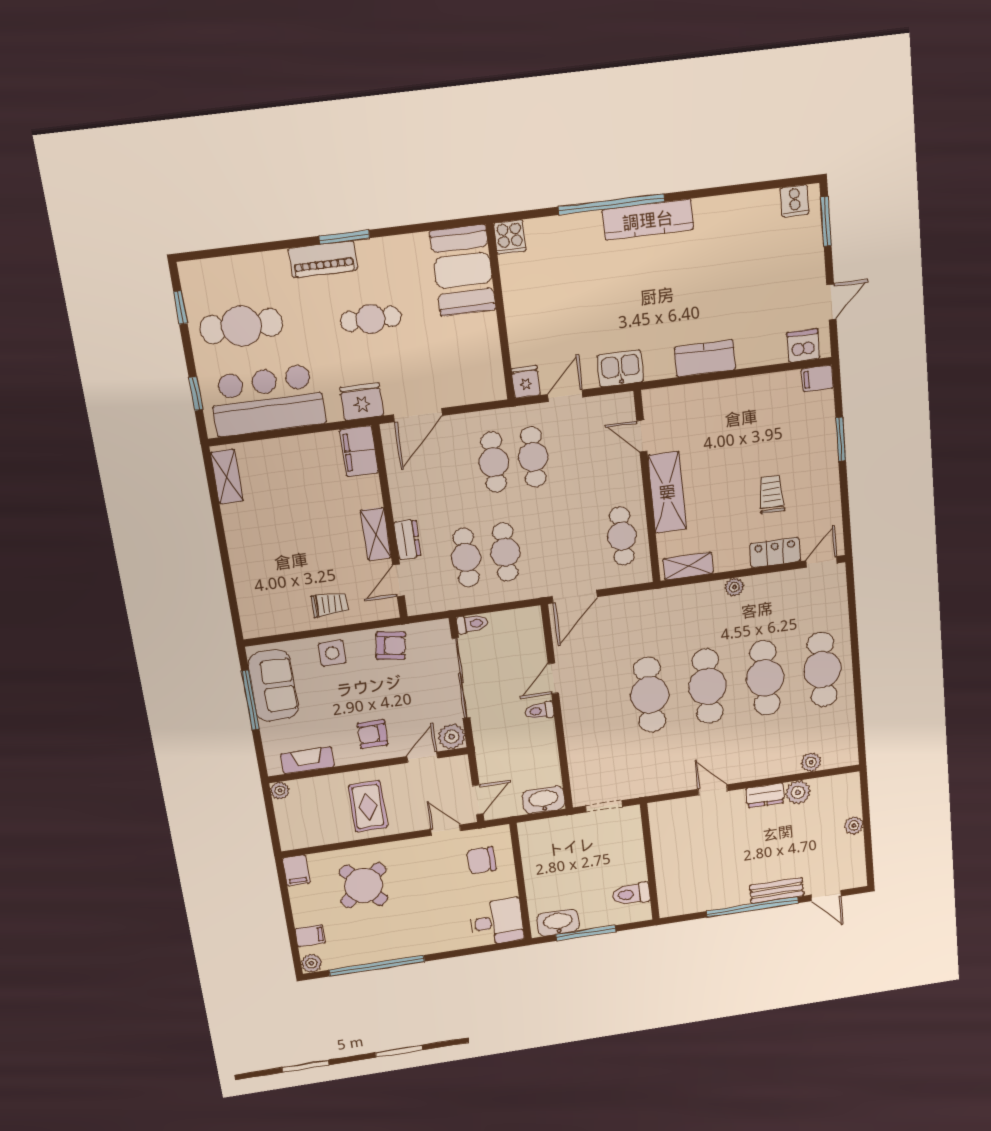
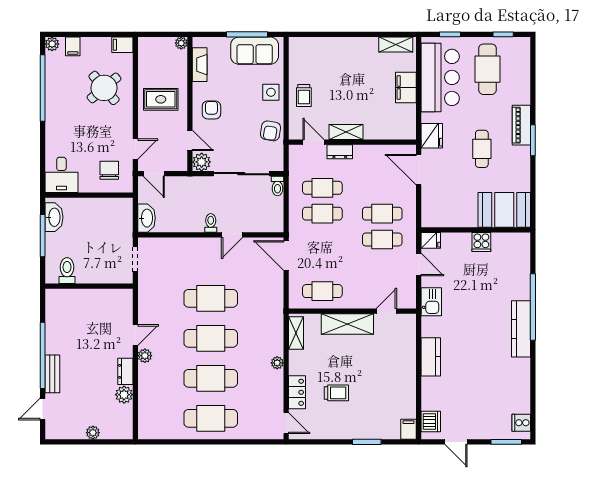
cooker: (510, 237) -> (481, 242), moved, turned -90
filing cabinet: (359, 451) -> (406, 87), moved, turned -90
door: (553, 678) -> (232, 235), swing flipped
plant: (811, 762) -> (145, 356), moved

